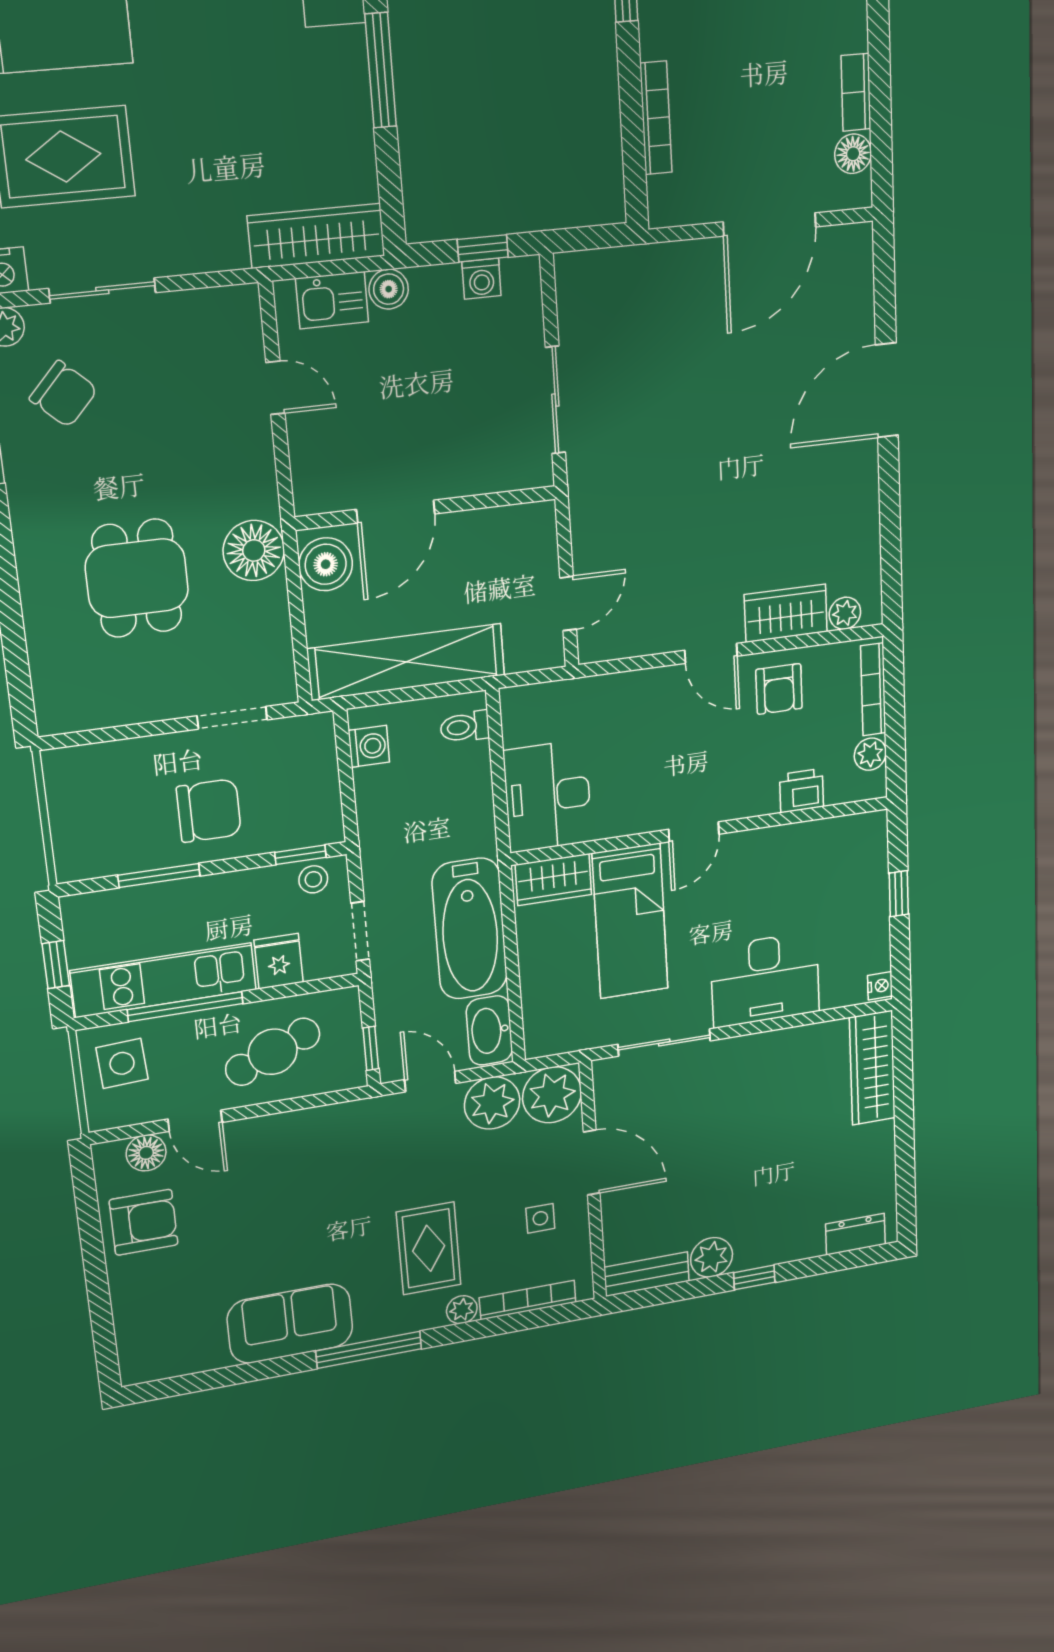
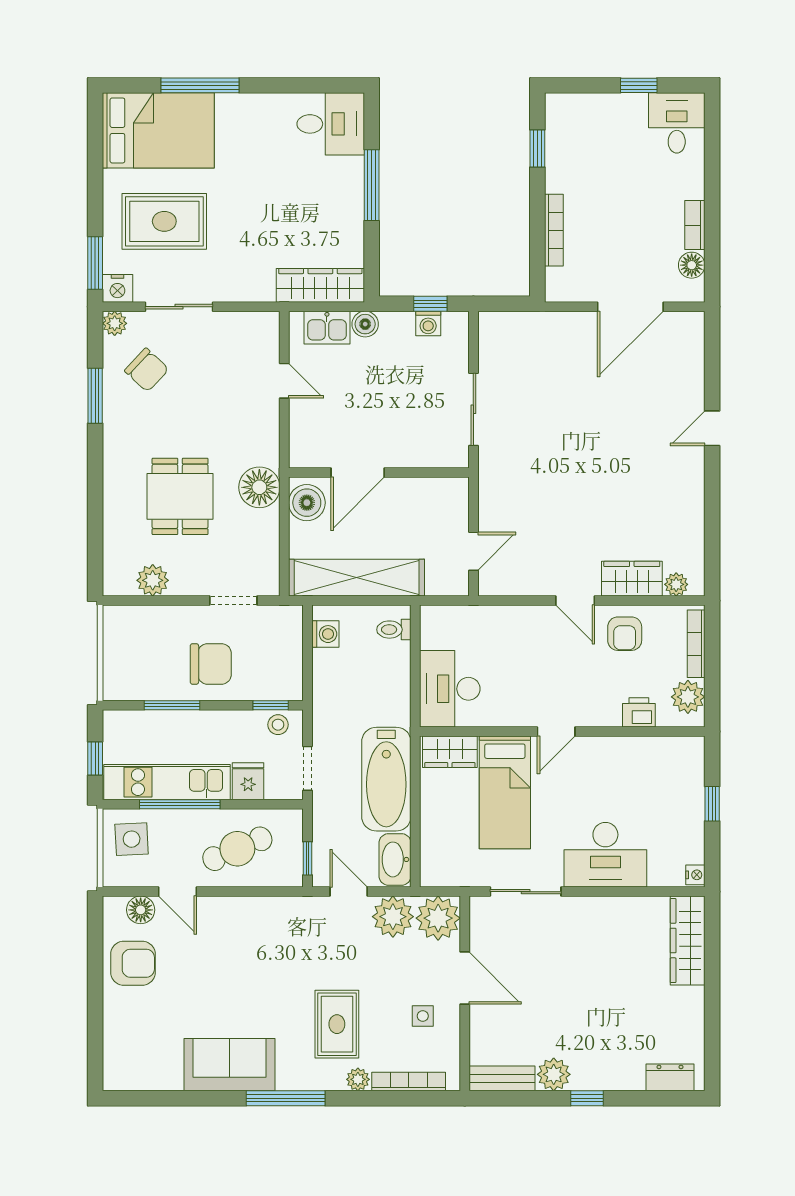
door: (887, 390) -> (712, 428), width x0.53
plant: (110, 705) -> (153, 580), added
plant: (870, 754) -> (688, 697), width x1.38, depth x1.38

